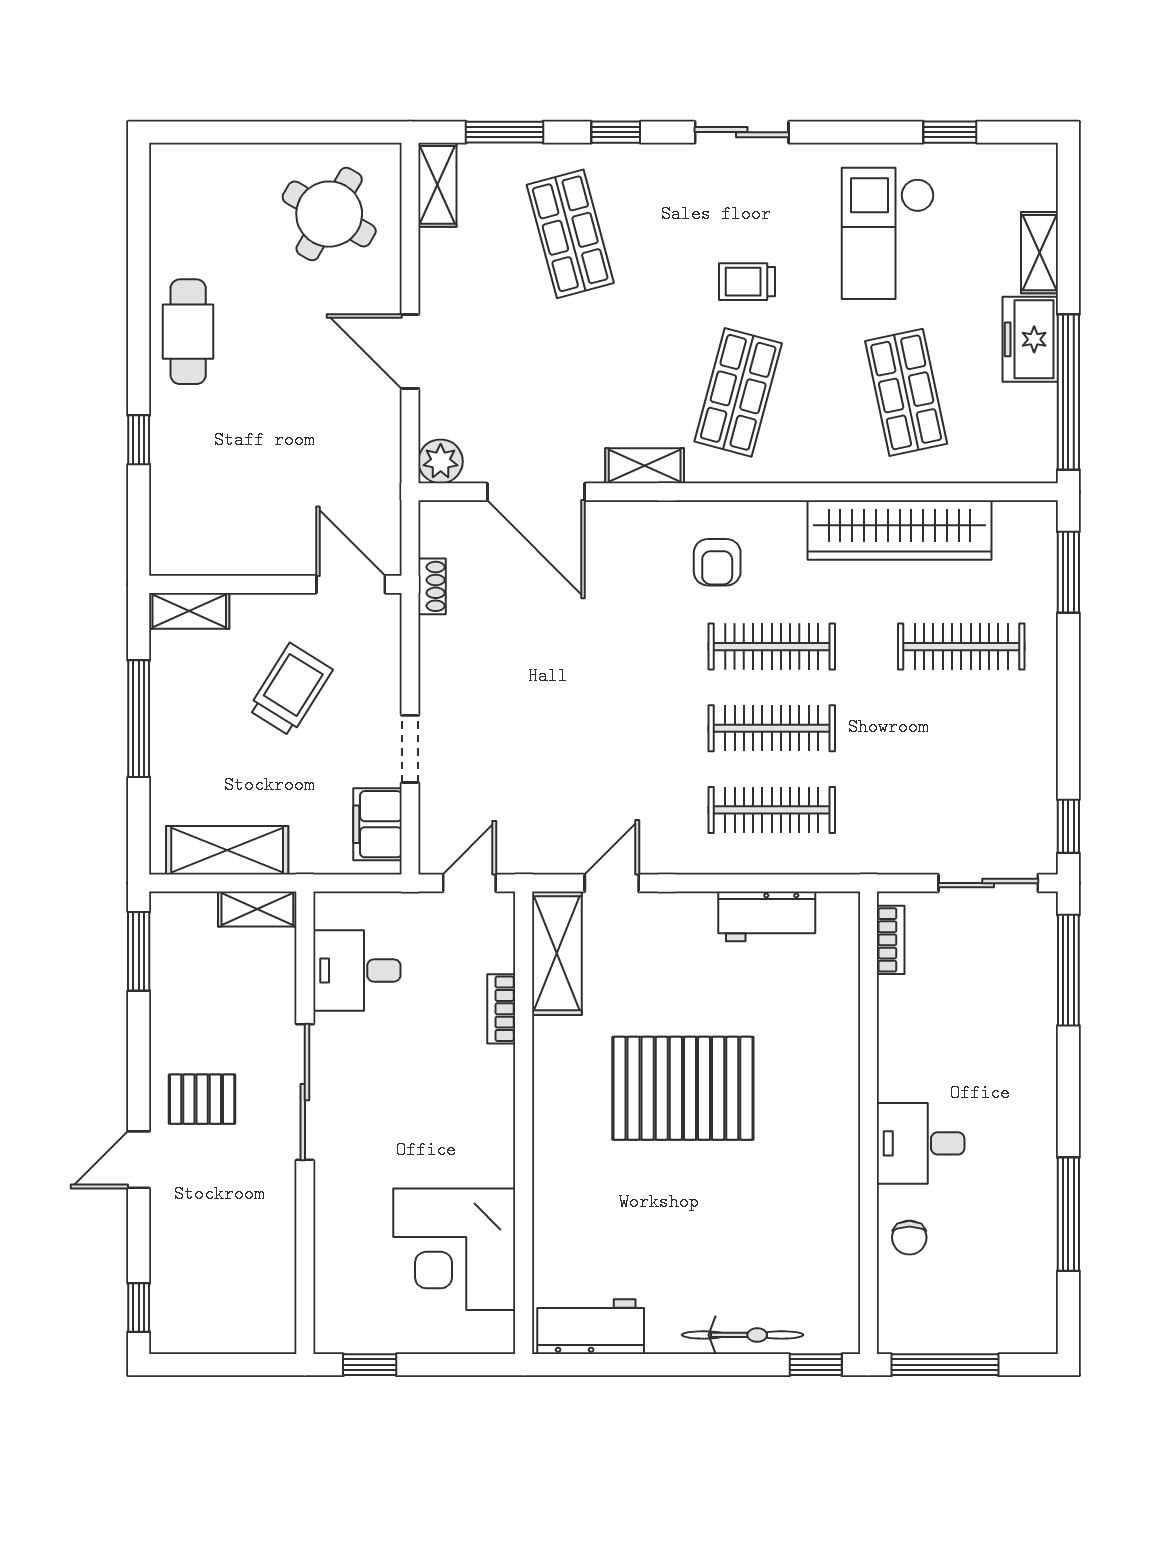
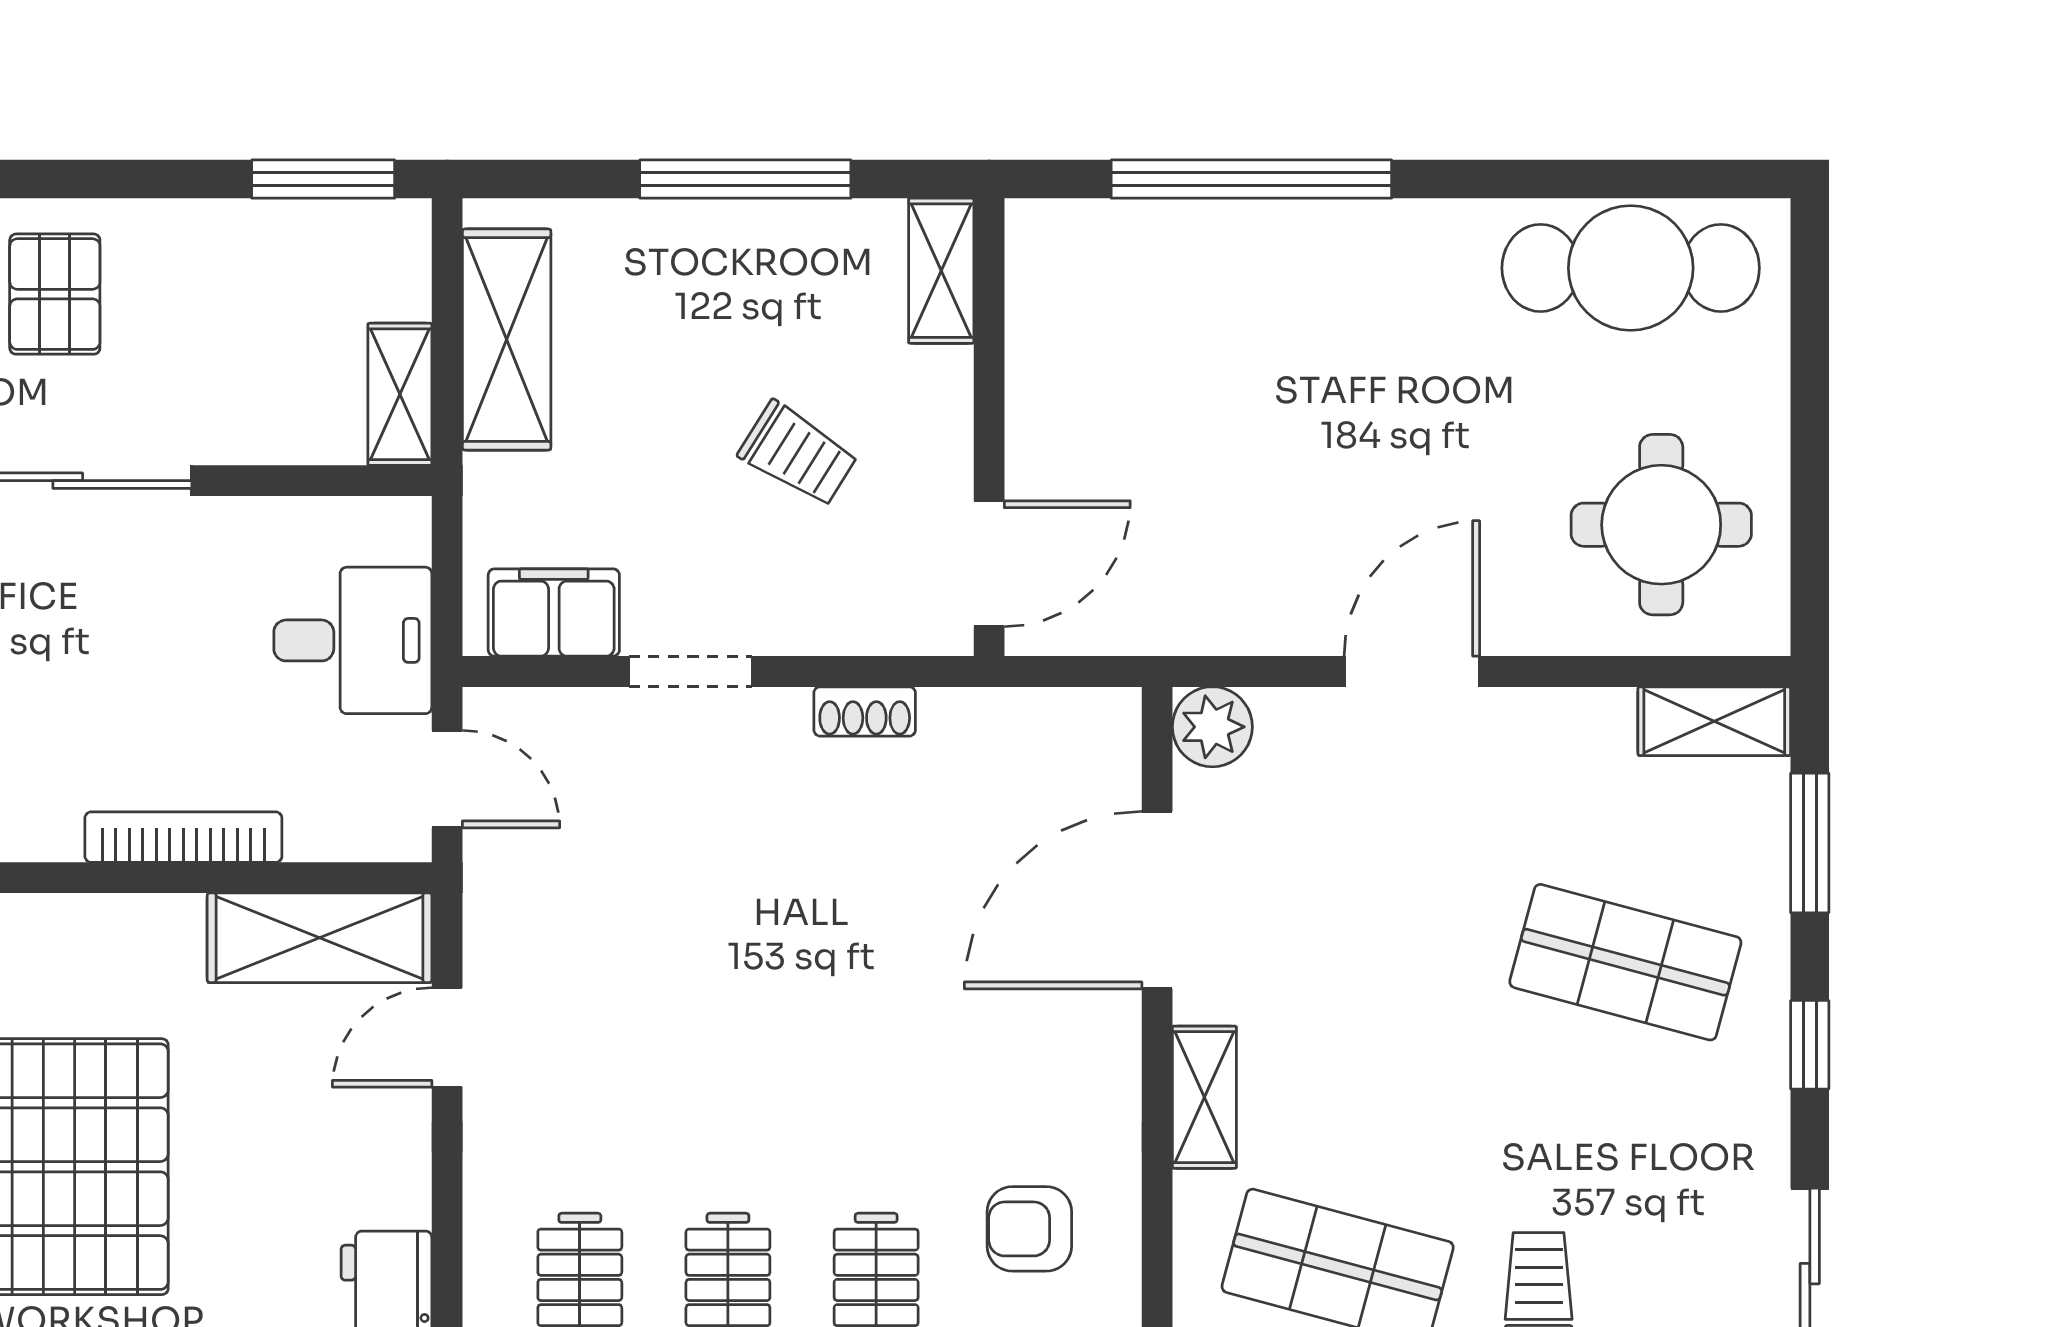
round table: (329, 214) -> (1661, 525), turned -30
shop shelf: (570, 234) -> (1625, 962), turned 30
cafe table: (188, 332) -> (1631, 268), moved, width x1.37, depth x1.35
window: (139, 440) -> (1251, 179), width x3.17
shoe rack: (432, 586) -> (865, 711), moved
trolley: (290, 690) -> (798, 454), width x0.73, depth x0.72
door: (612, 883) -> (447, 1037), swing flipped
desk: (357, 970) -> (353, 640), moved, turned 90
bookcase: (501, 1009) -> (183, 837), width x1.56

